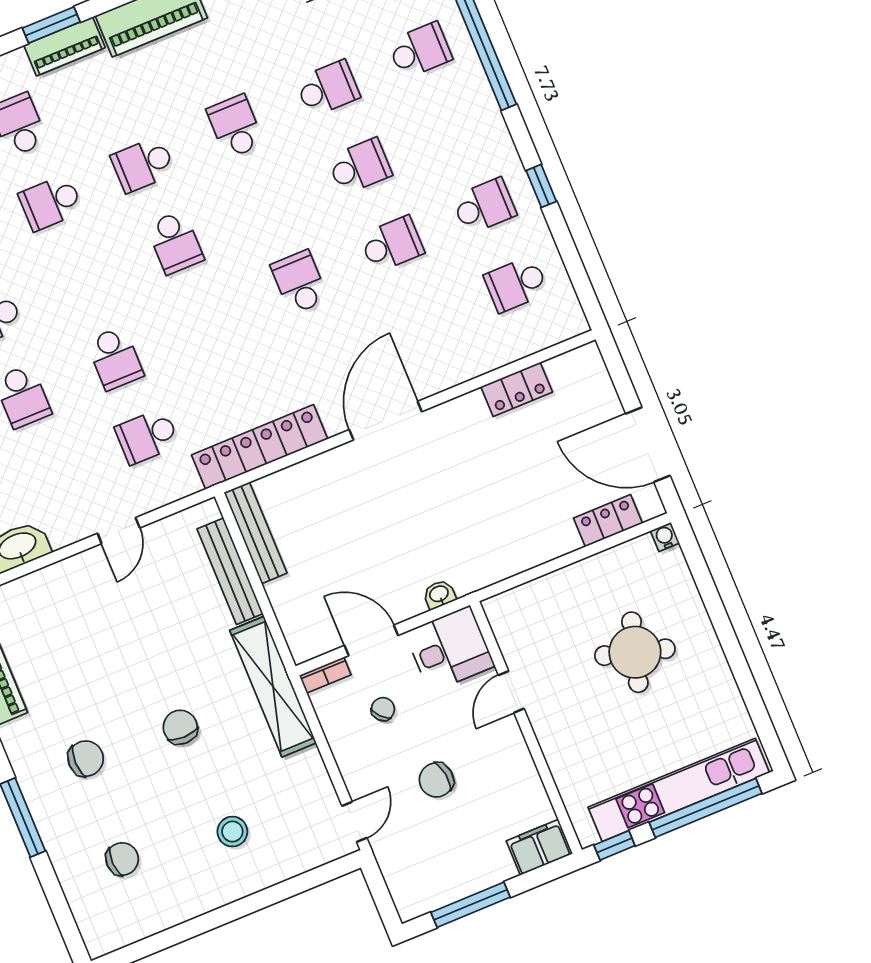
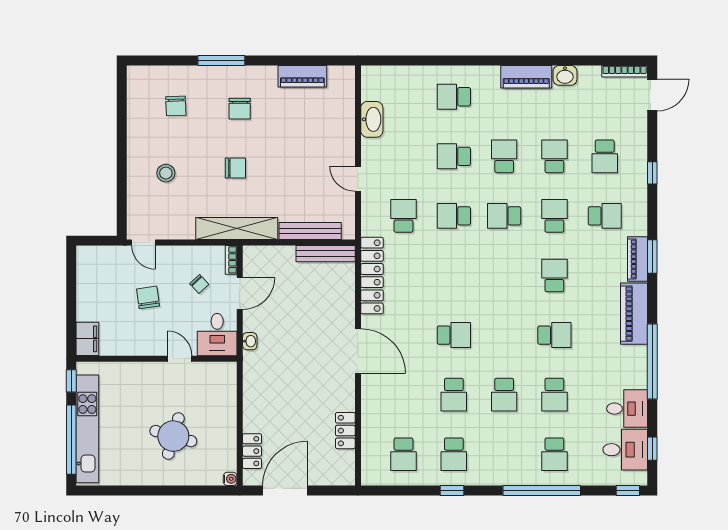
school desk: (175, 242) -> (504, 216), moved
school desk: (516, 284) -> (404, 454), turned 180
window: (471, 905) -> (71, 288), removed

